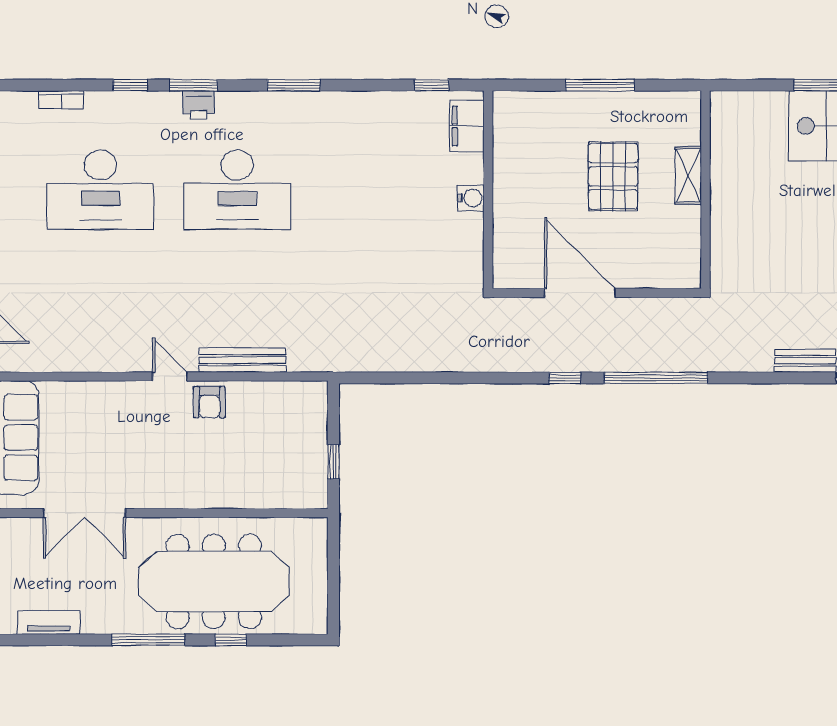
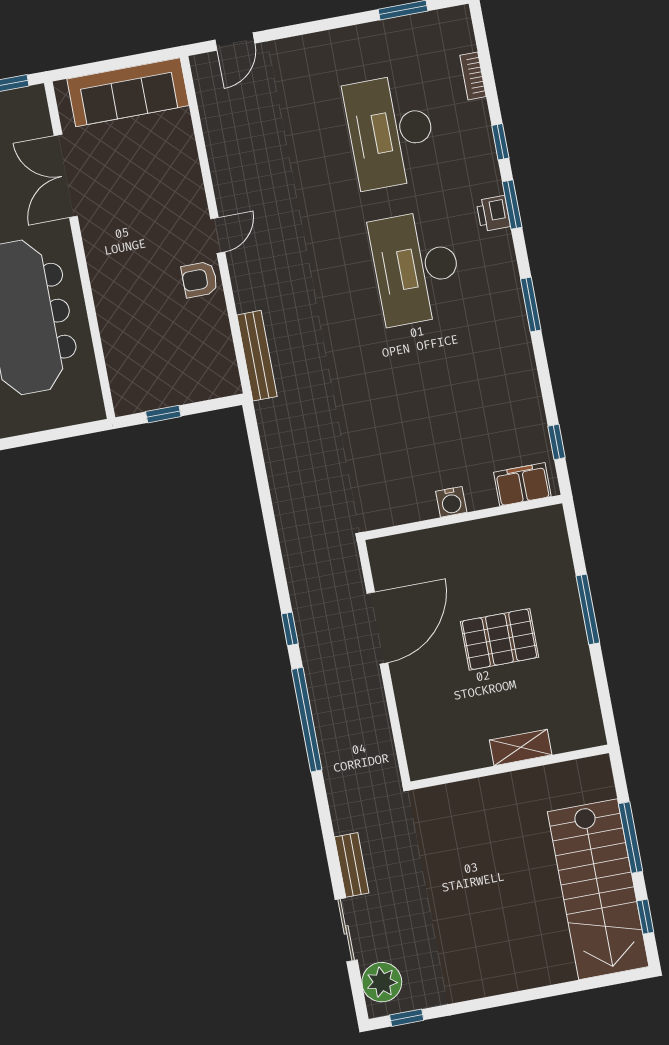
shelving: (688, 175) -> (521, 747), moved
wall: (706, 190) -> (510, 767), moved
bench: (242, 360) -> (257, 356), moved

